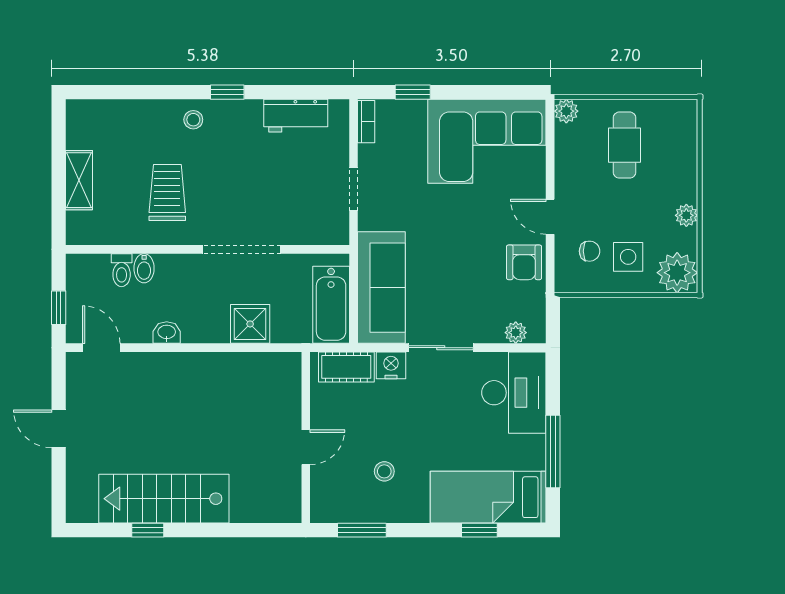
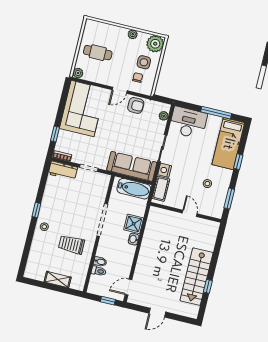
workbench: (296, 116) -> (63, 171), moved, turned 90
washbasin: (167, 333) -> (134, 239), moved
window: (479, 530) -> (238, 162), moved

